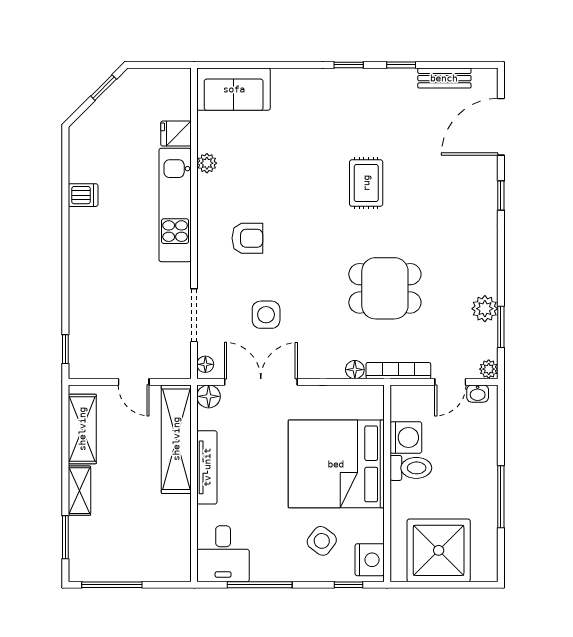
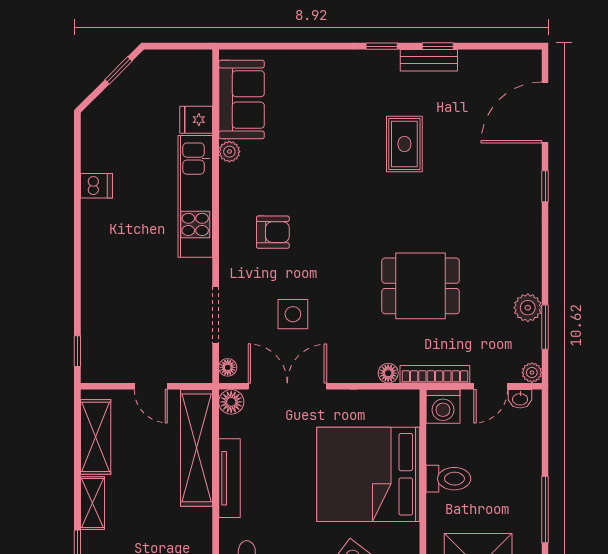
bench: (444, 78) -> (429, 60), moved
sofa: (234, 89) -> (242, 99), moved, turned -90
rug: (366, 183) -> (404, 144), moved
washing machine: (406, 438) -> (443, 406), moved, turned 90

